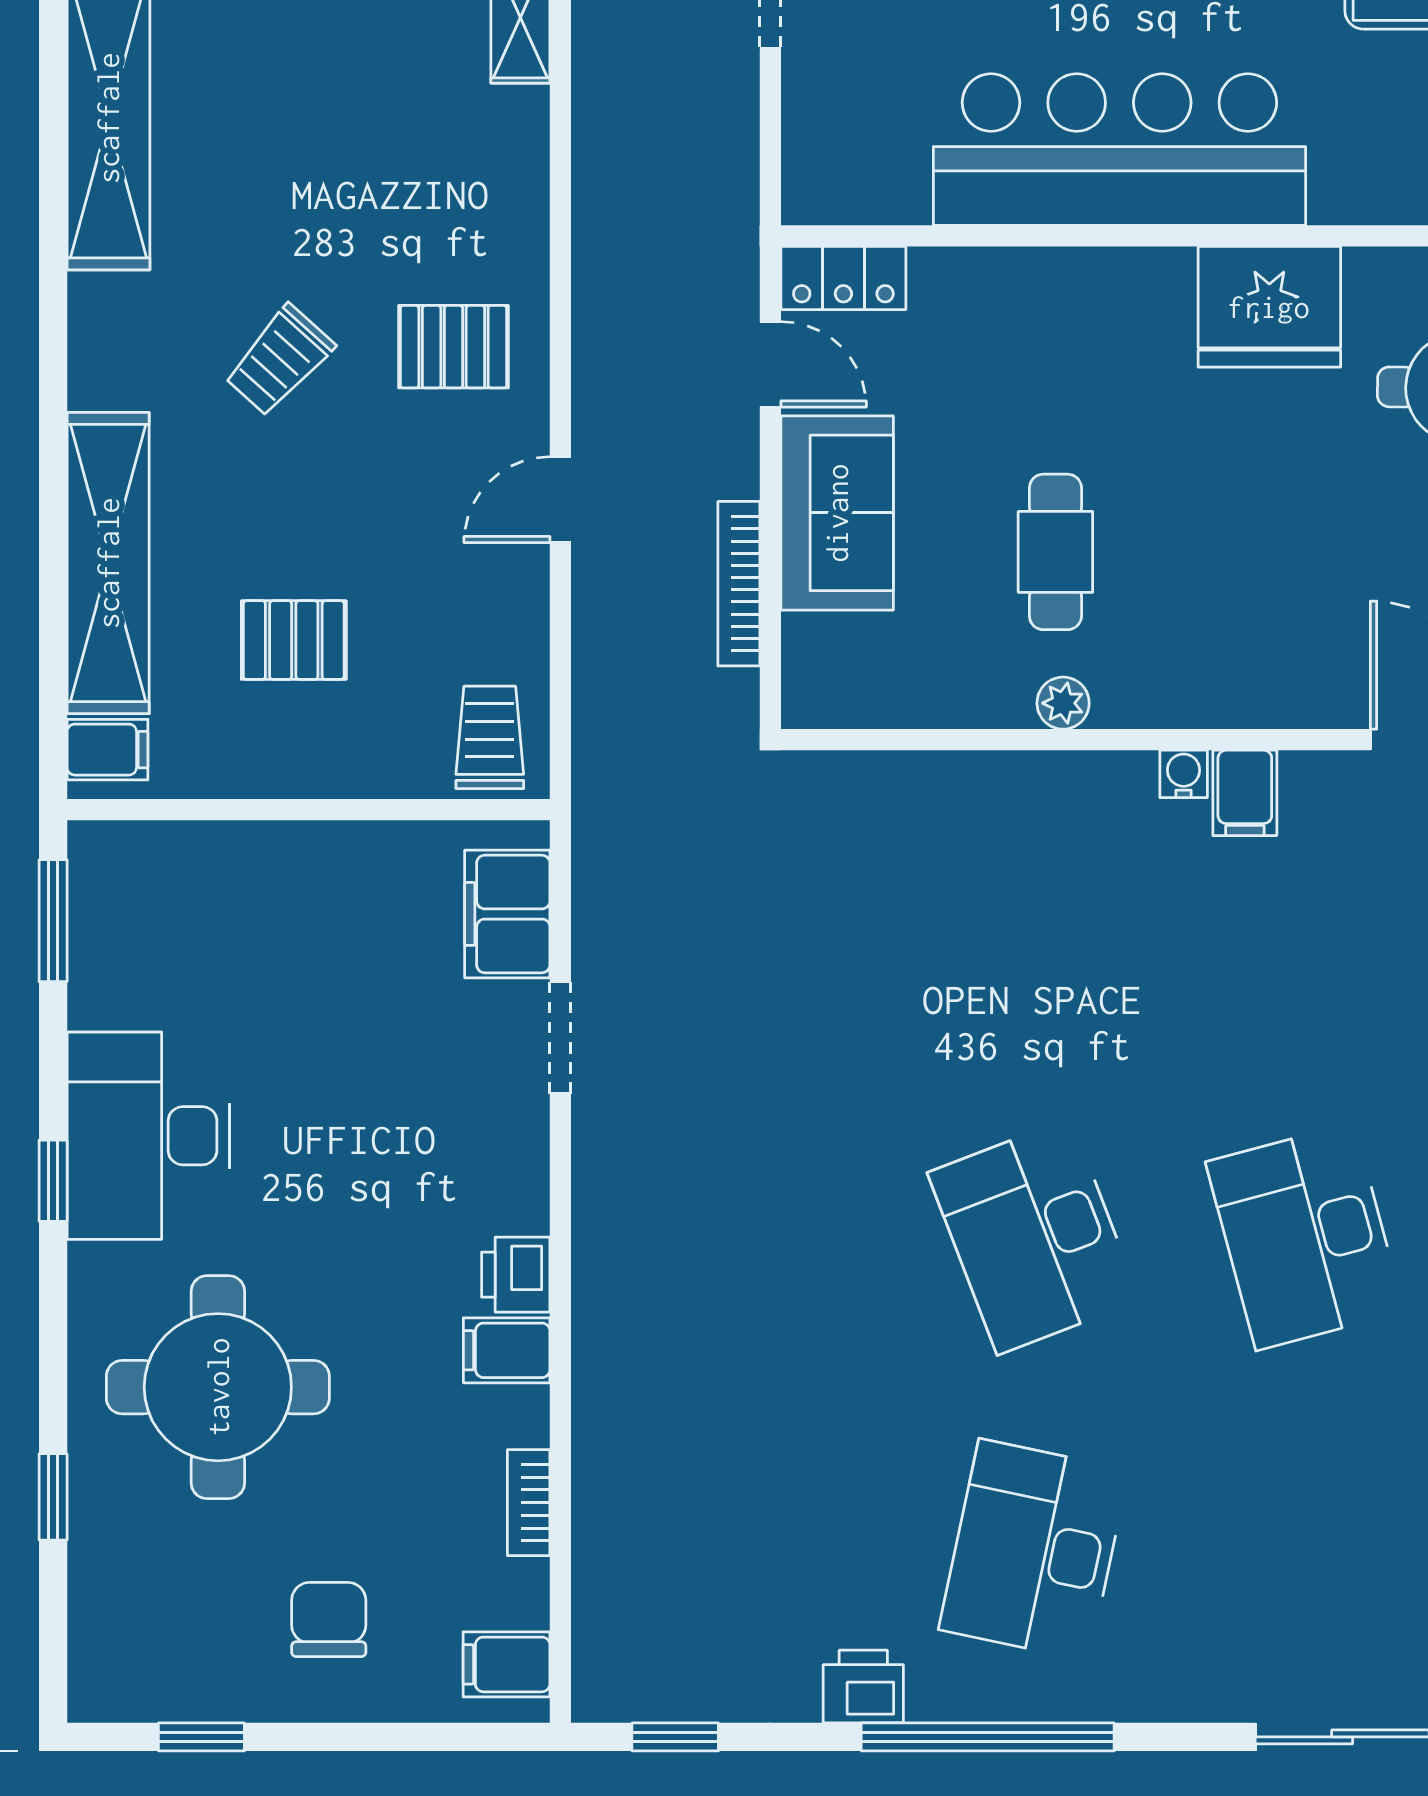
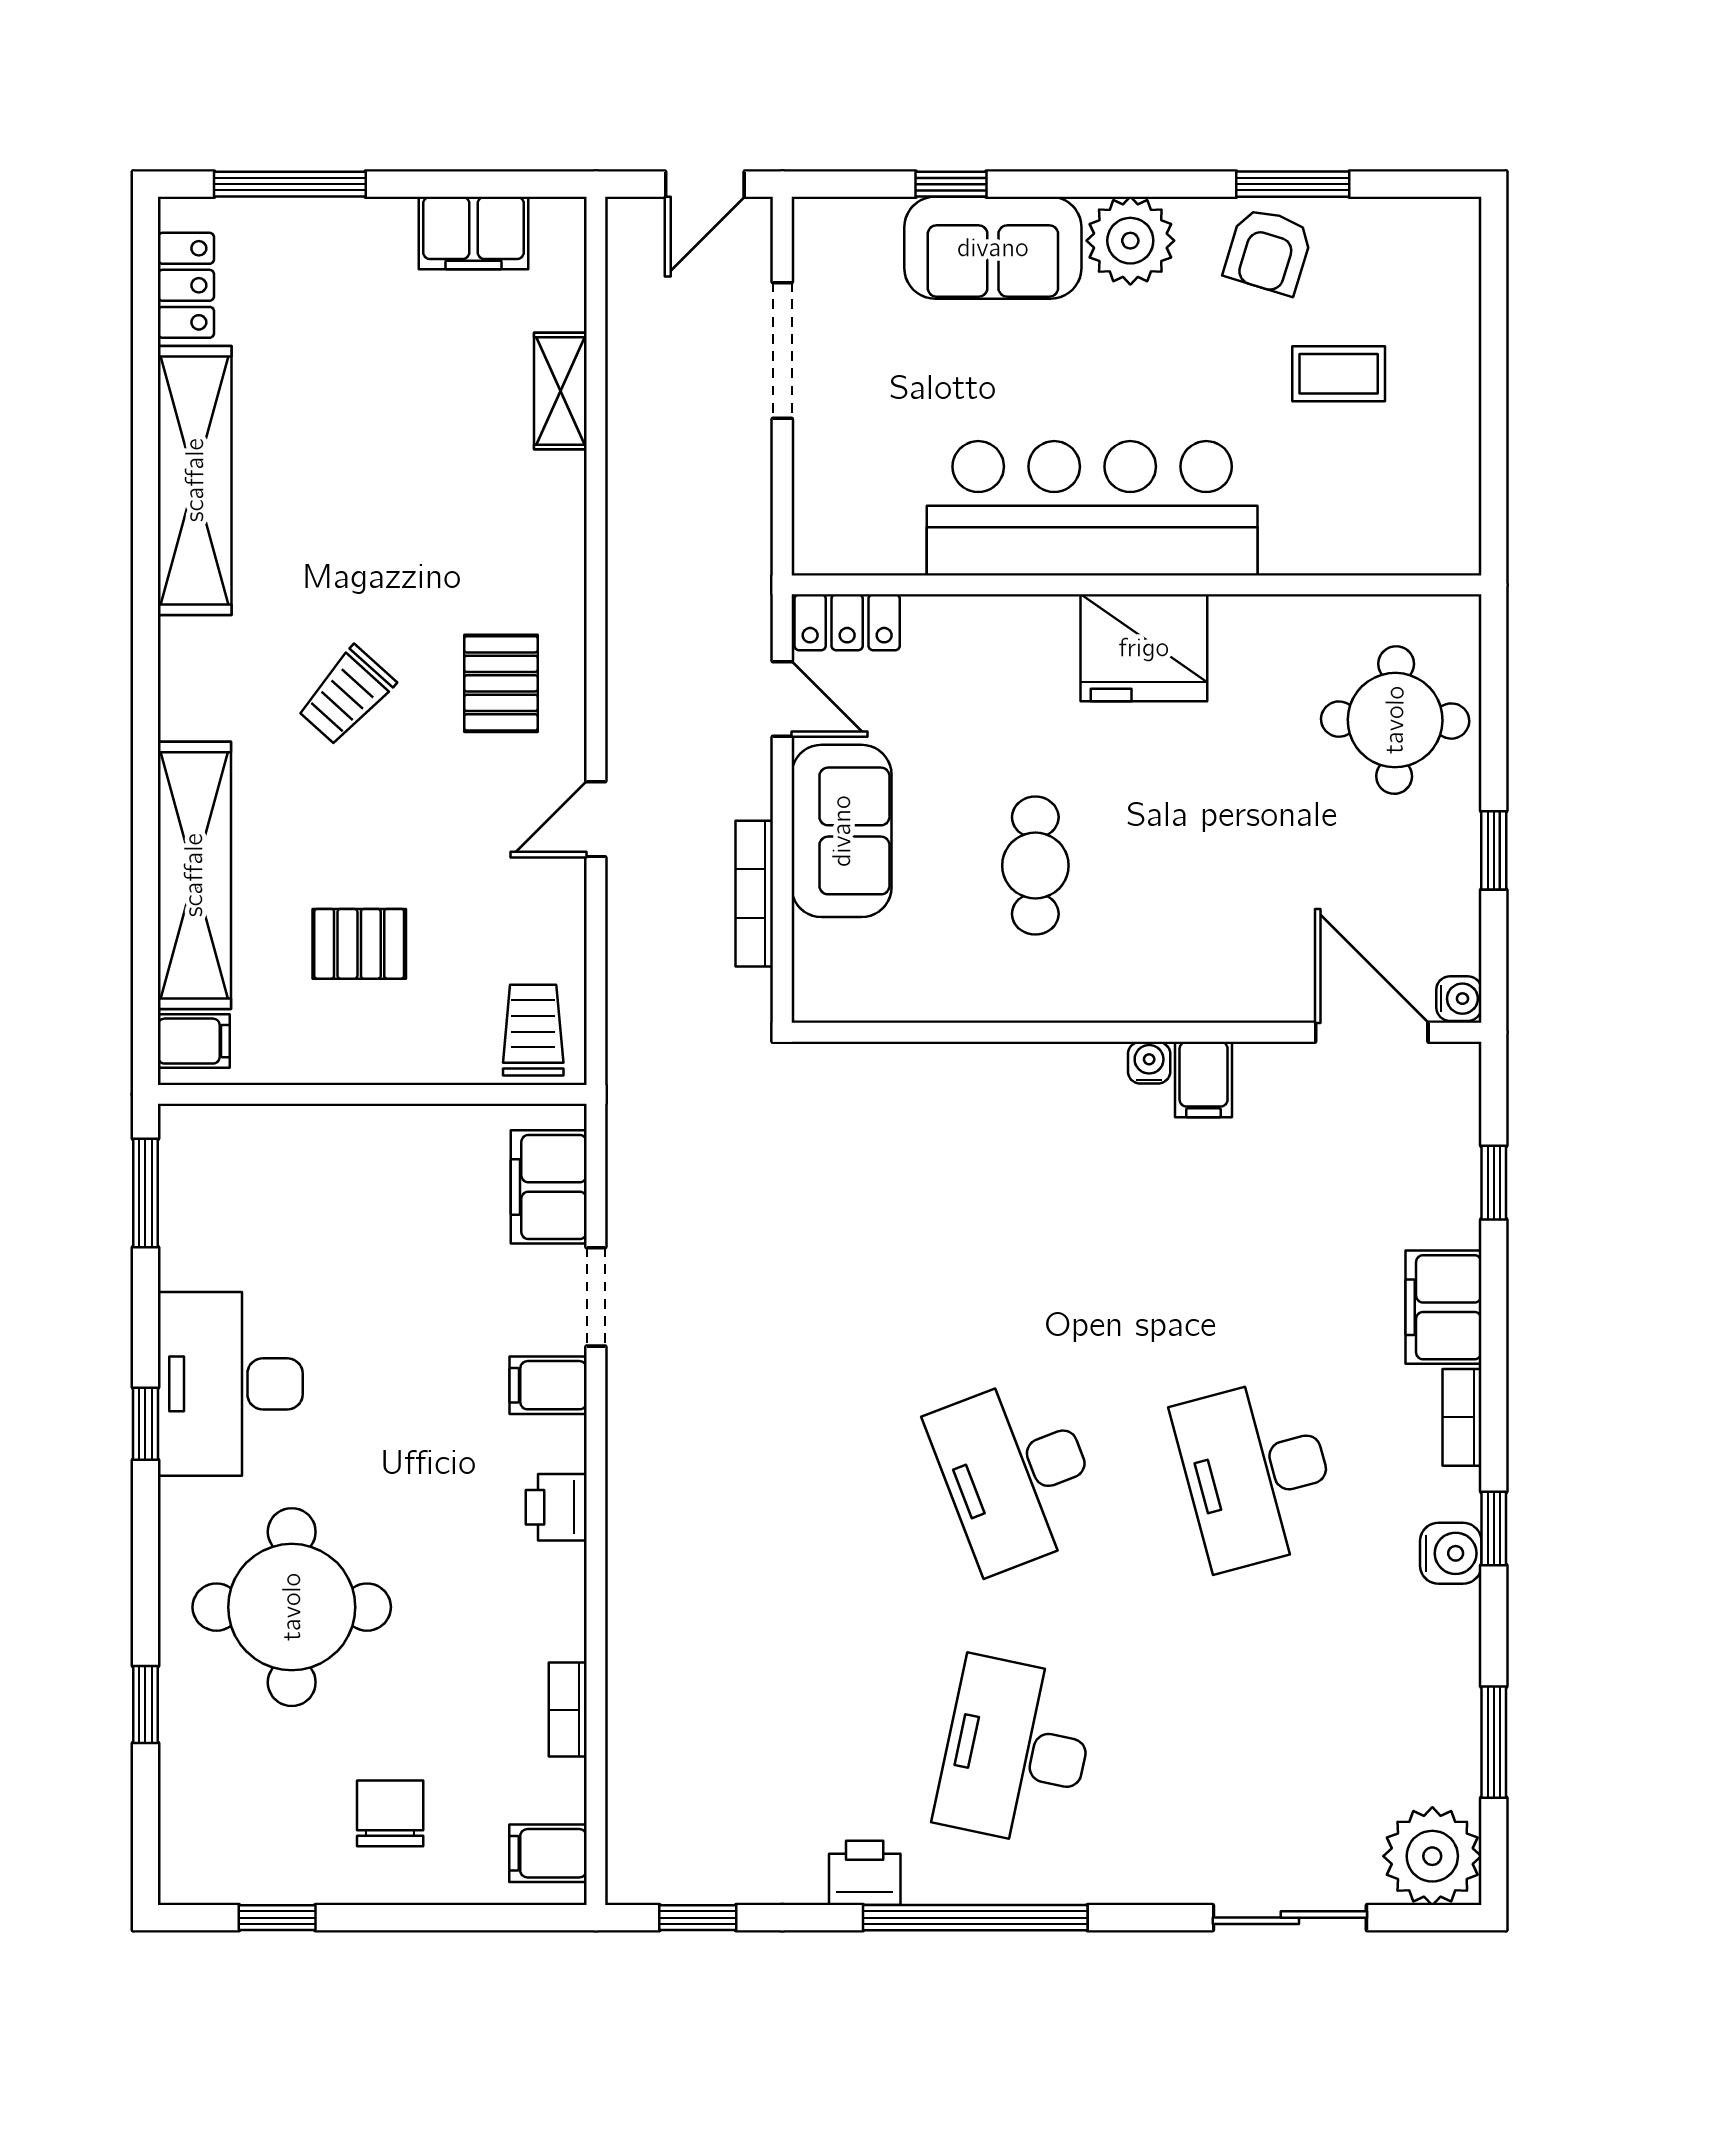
fridge: (1269, 307) -> (1144, 648), moved
pallet: (453, 347) -> (501, 683), turned 90
plant: (1063, 703) -> (1042, 1000), removed
filing cabinet: (507, 1350) -> (548, 1385), moved

